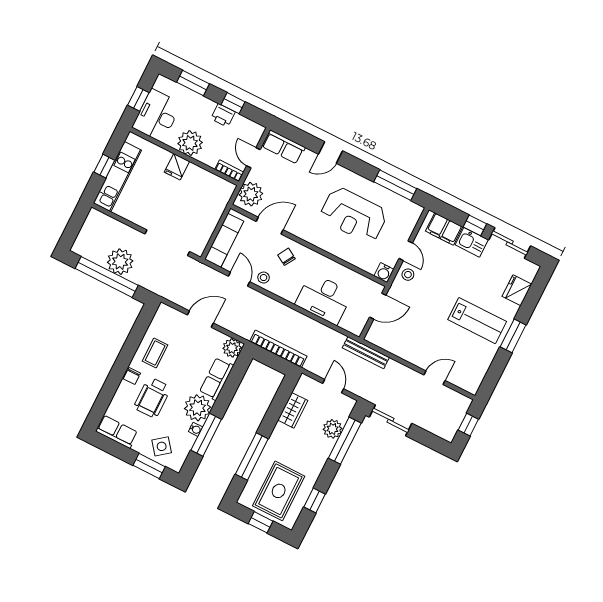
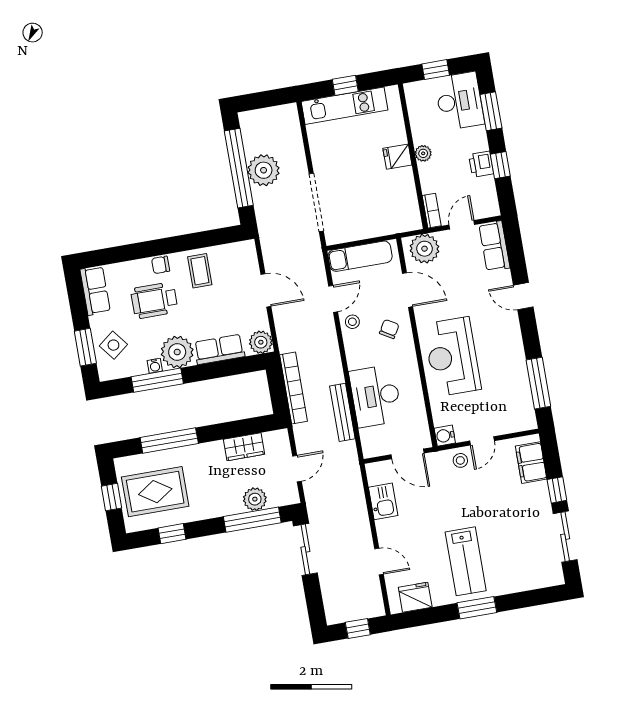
desk: (157, 116) -> (459, 101), moved, turned 90
plant: (190, 143) -> (423, 153), width x0.53, depth x0.53
reception desk: (354, 215) -> (452, 357), moved
kitchen sink: (472, 242) -> (383, 501), moved, turned 180
fridge: (517, 290) -> (415, 597), moved
coffee table: (155, 353) -> (200, 271), turned 90
bench: (366, 353) -> (342, 412), moved

